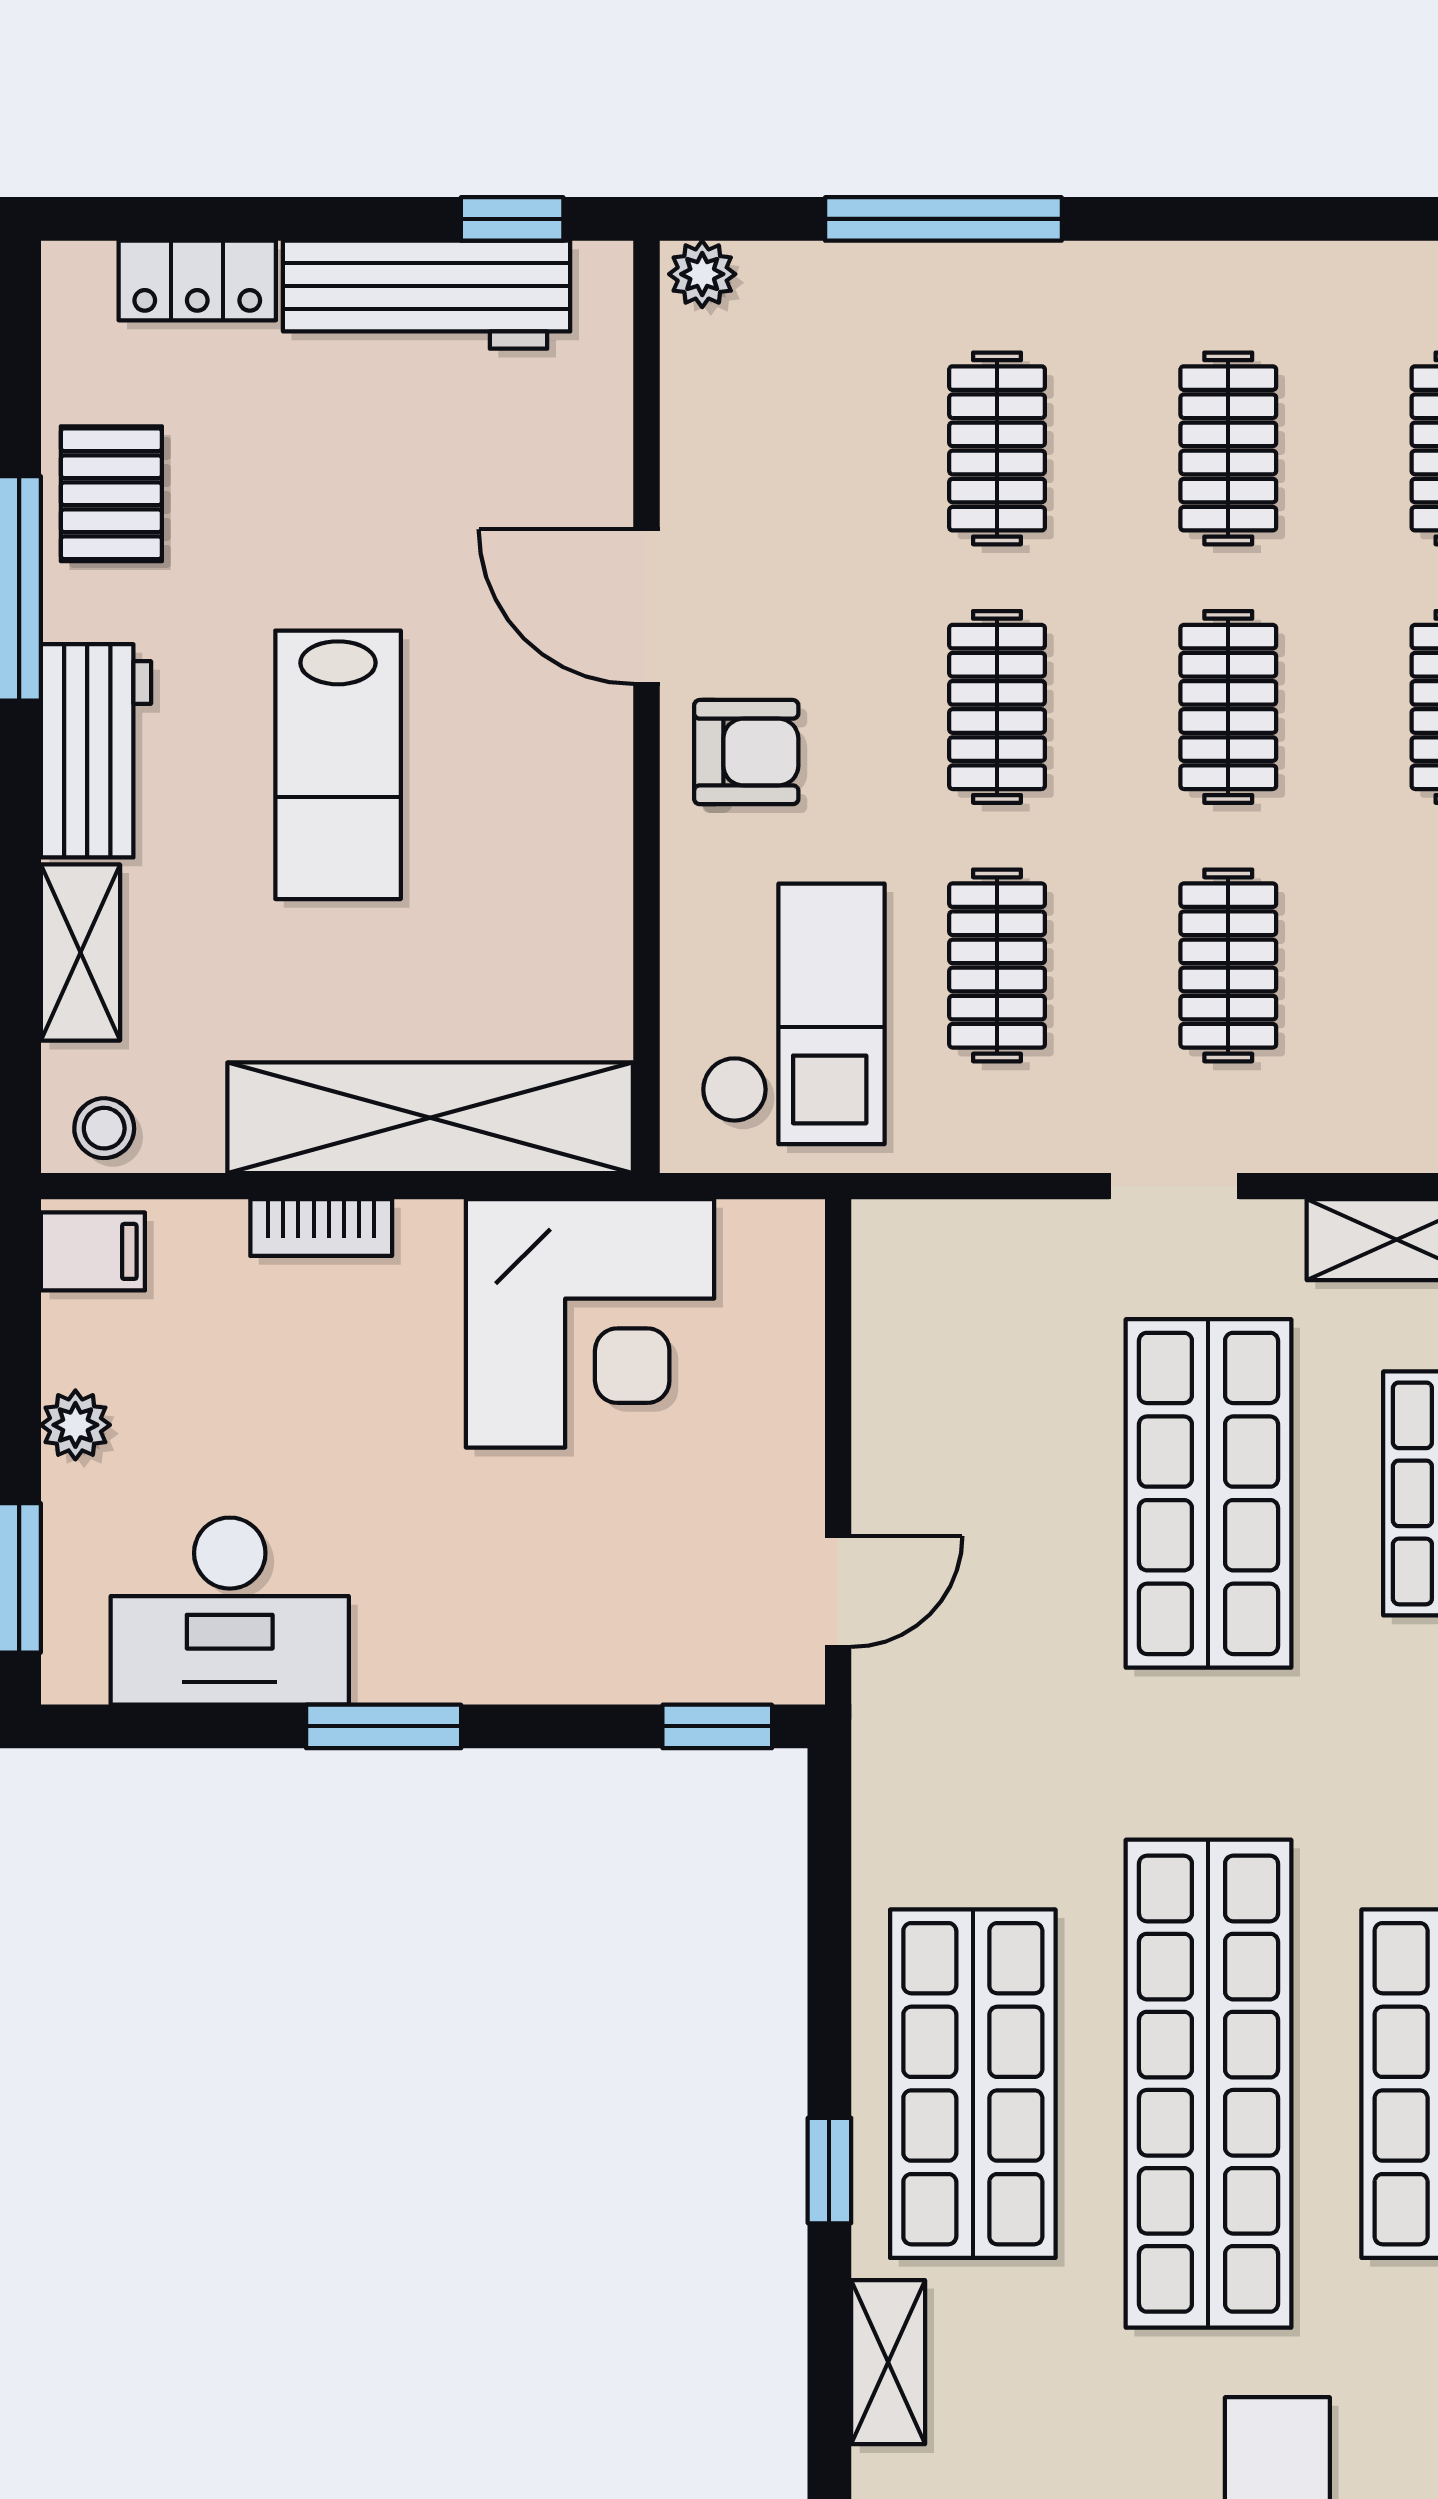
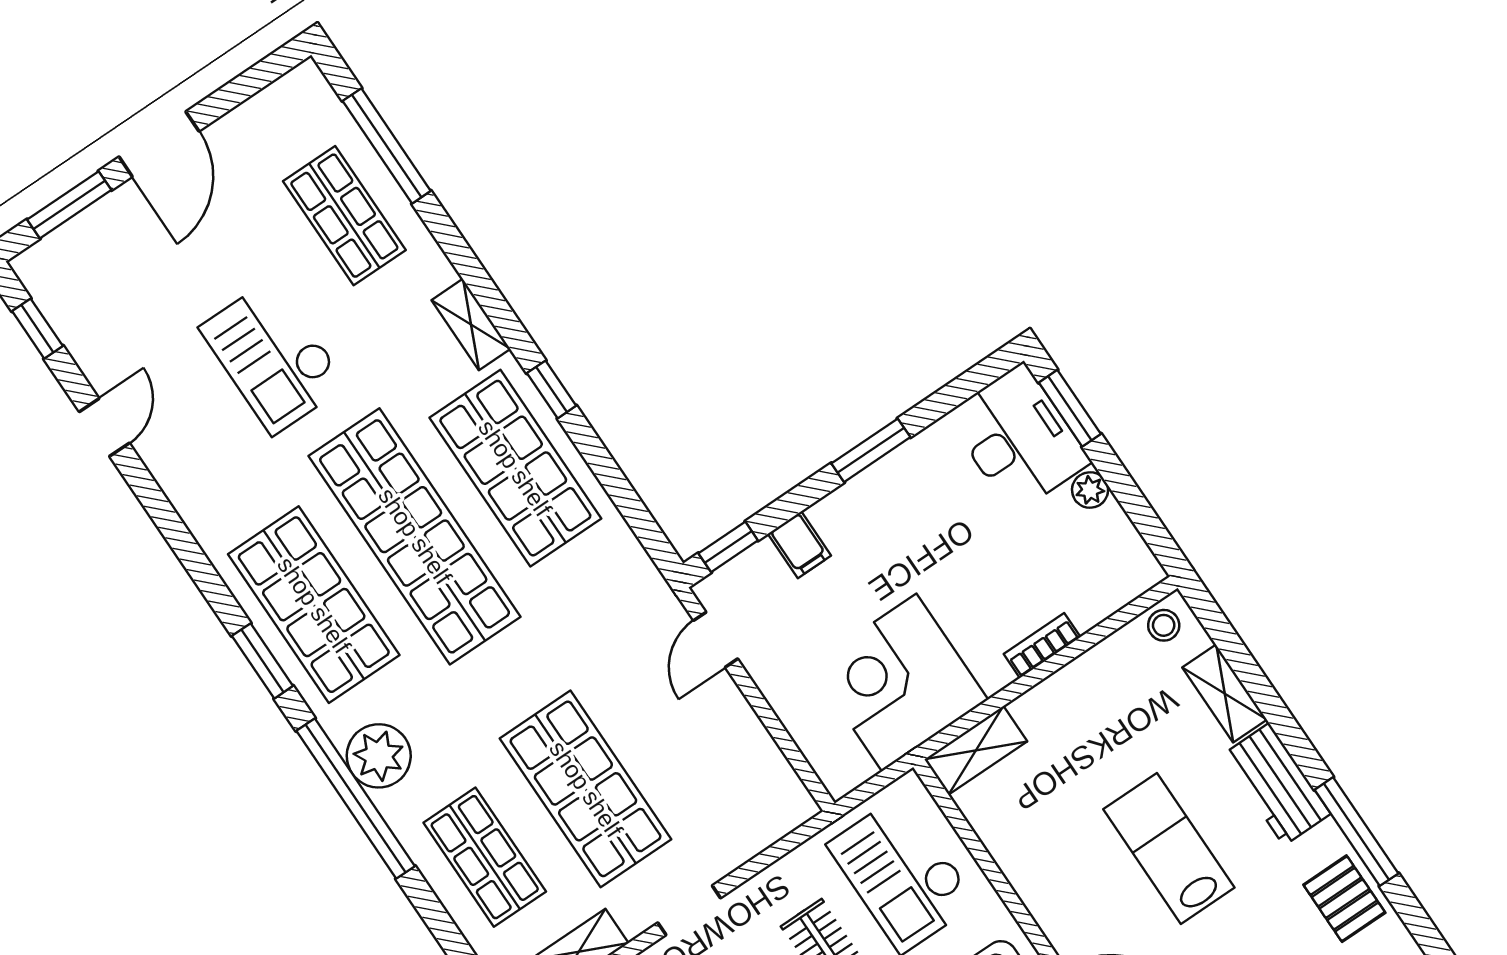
shelving: (430, 1118) -> (976, 750), width x0.45, depth x0.75
filing cabinet: (93, 1251) -> (799, 545), moved, turned -90
desk: (230, 1611) -> (1018, 438), moved, turned 90

